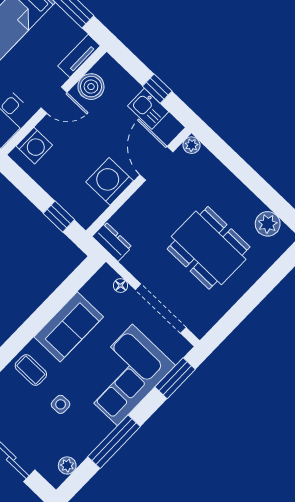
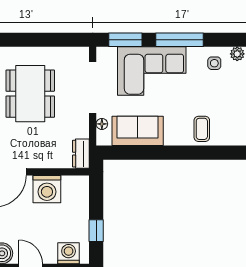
window: (59, 216) -> (96, 231), moved
sofa: (69, 327) -> (138, 131), moved
side table: (61, 404) -> (214, 63), moved
window: (114, 442) -> (179, 40), moved

